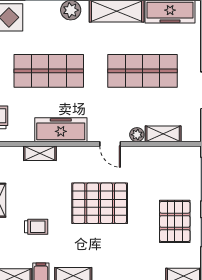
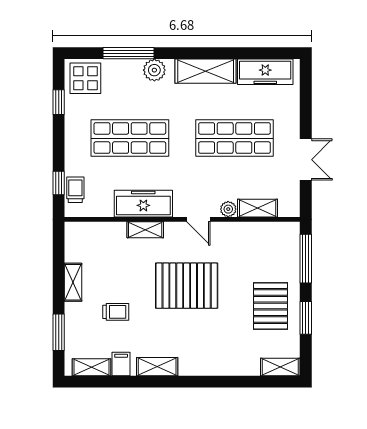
shelving: (40, 153) -> (145, 230), moved

